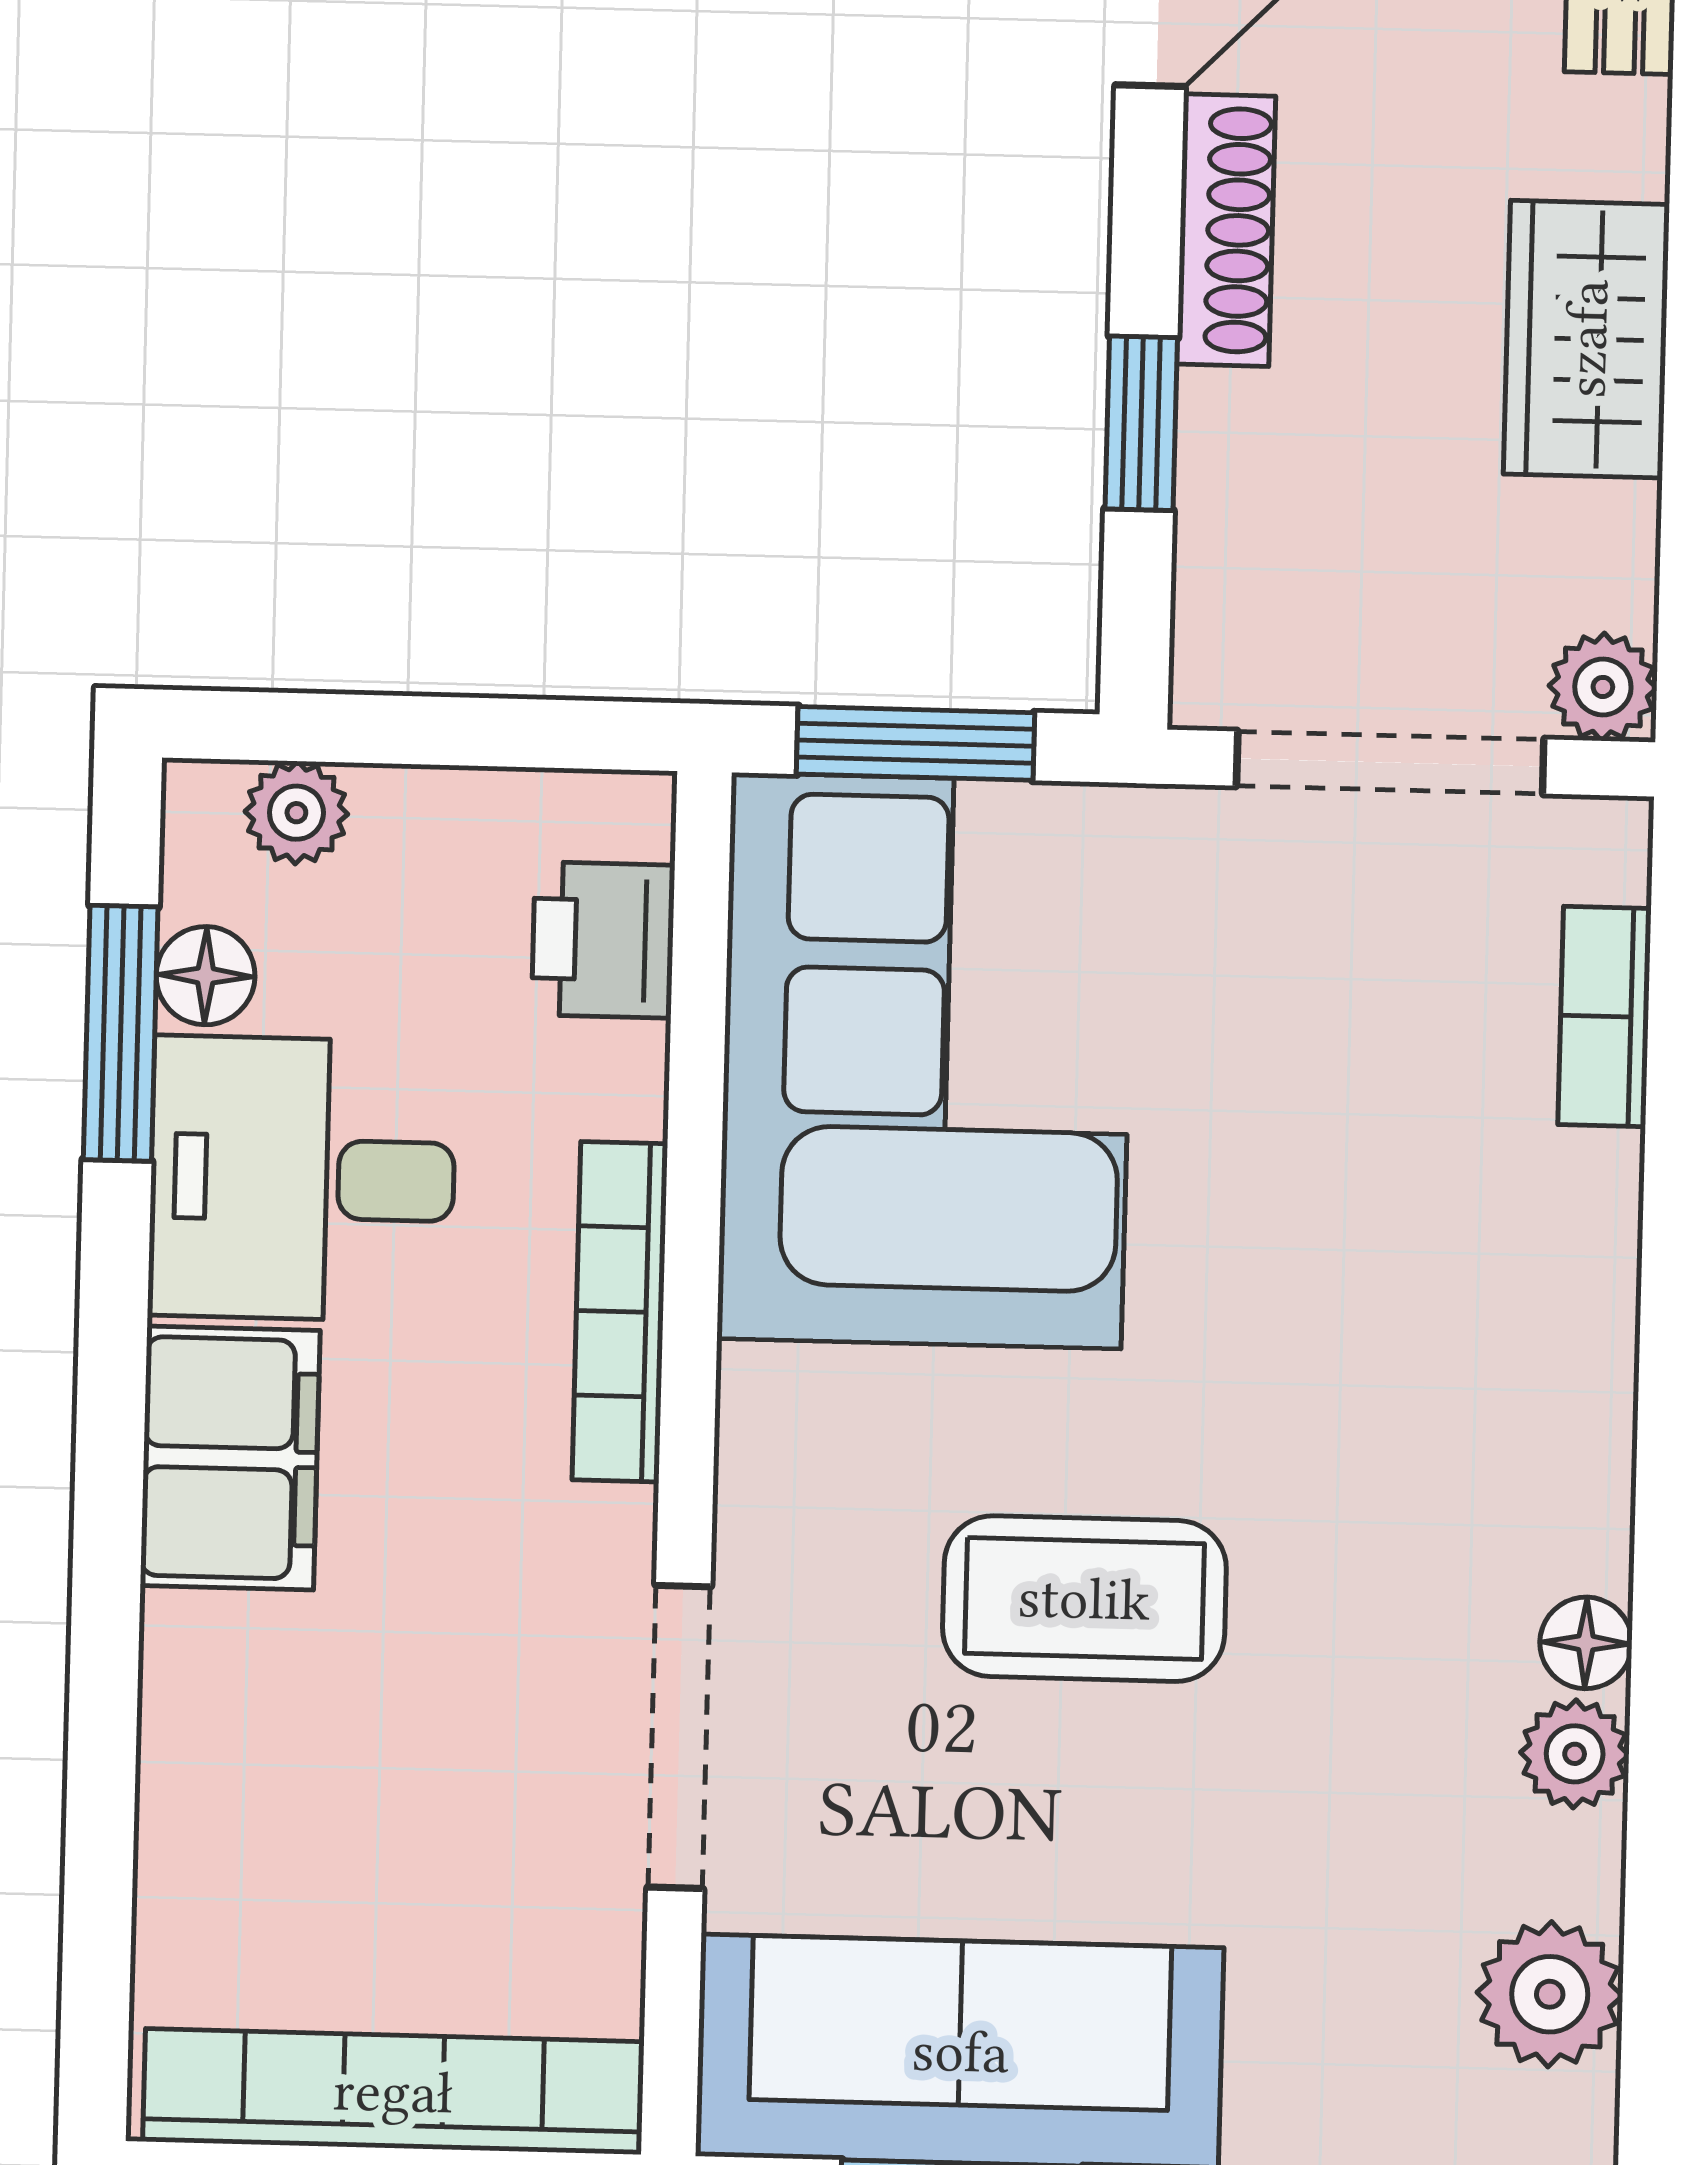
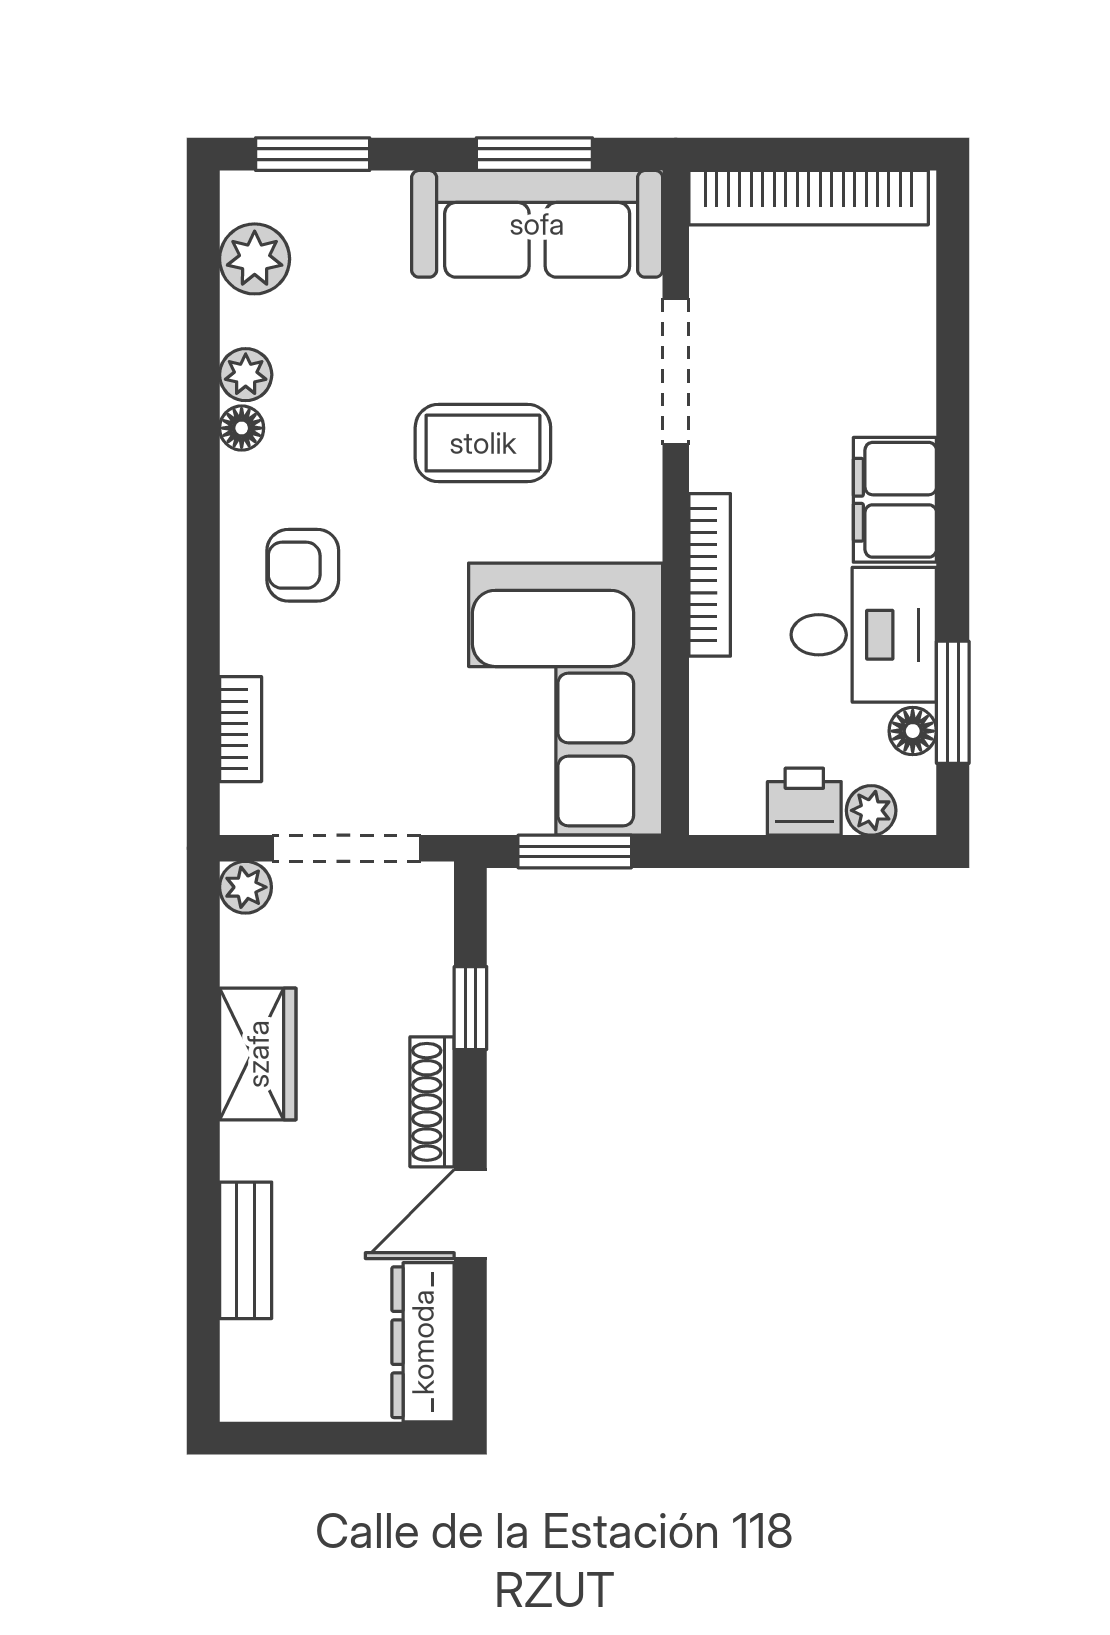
printer: (603, 940) -> (804, 802), moved, turned -90
armchair: (1466, 1354) -> (303, 565), added

